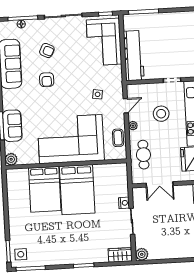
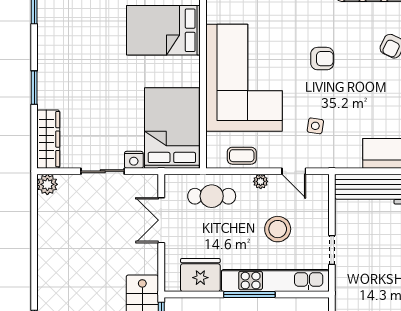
armchair: (47, 80) -> (322, 59), moved, turned 180
bed: (77, 190) -> (172, 128), moved, turned 90
wardrobe: (120, 255) -> (48, 139), width x1.50

